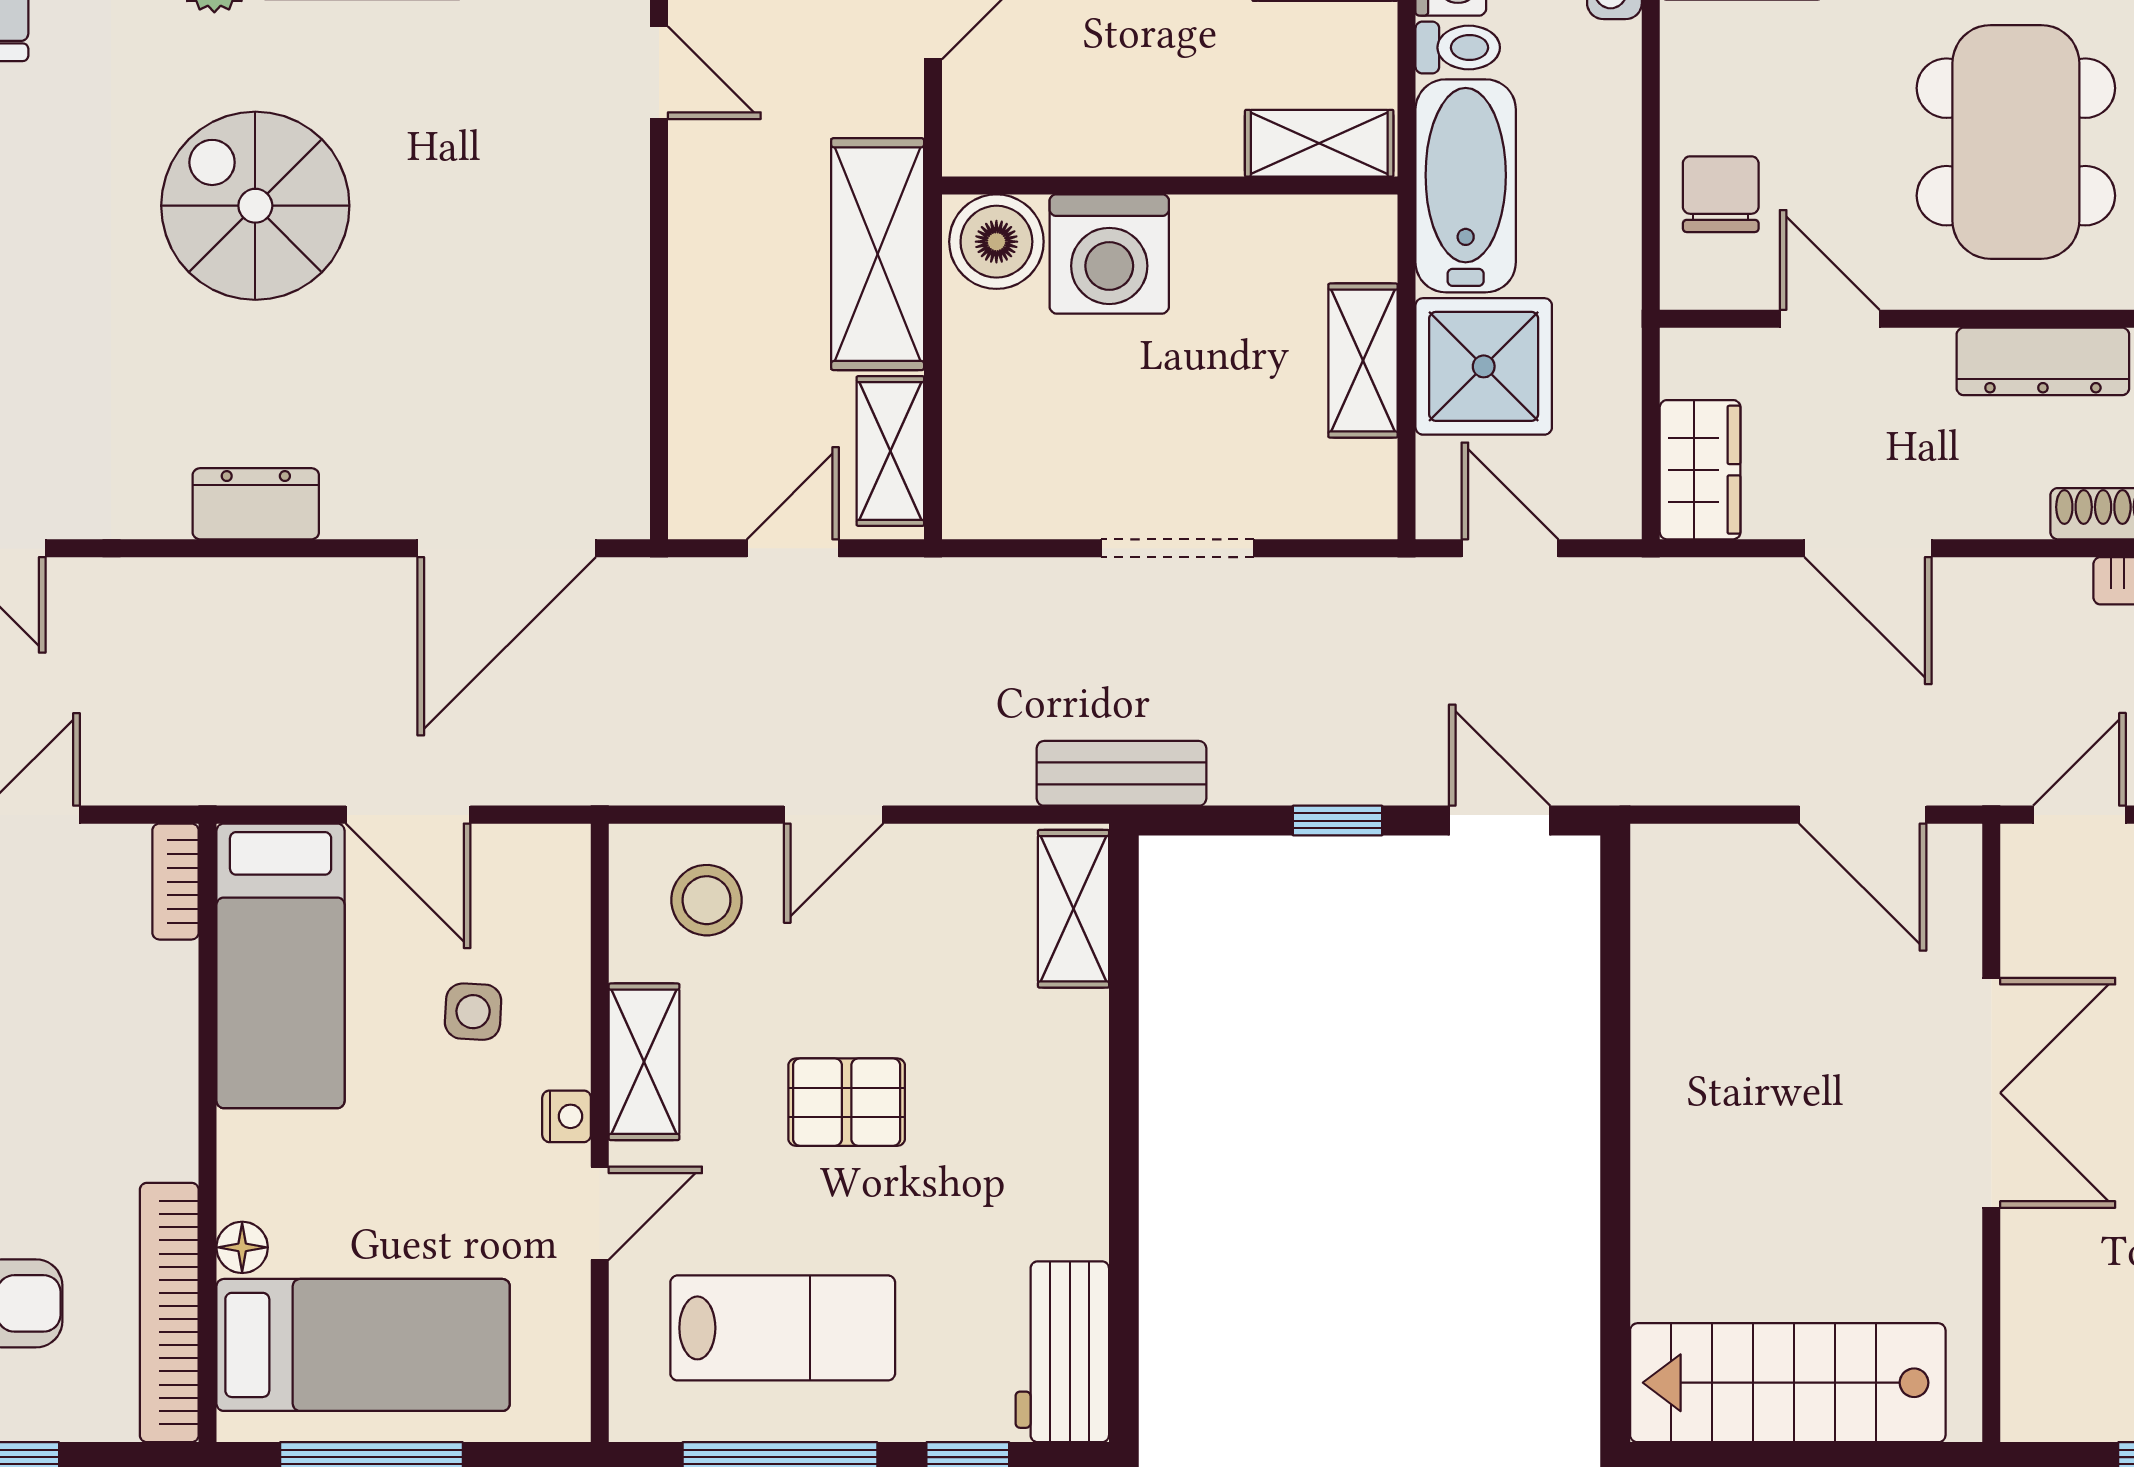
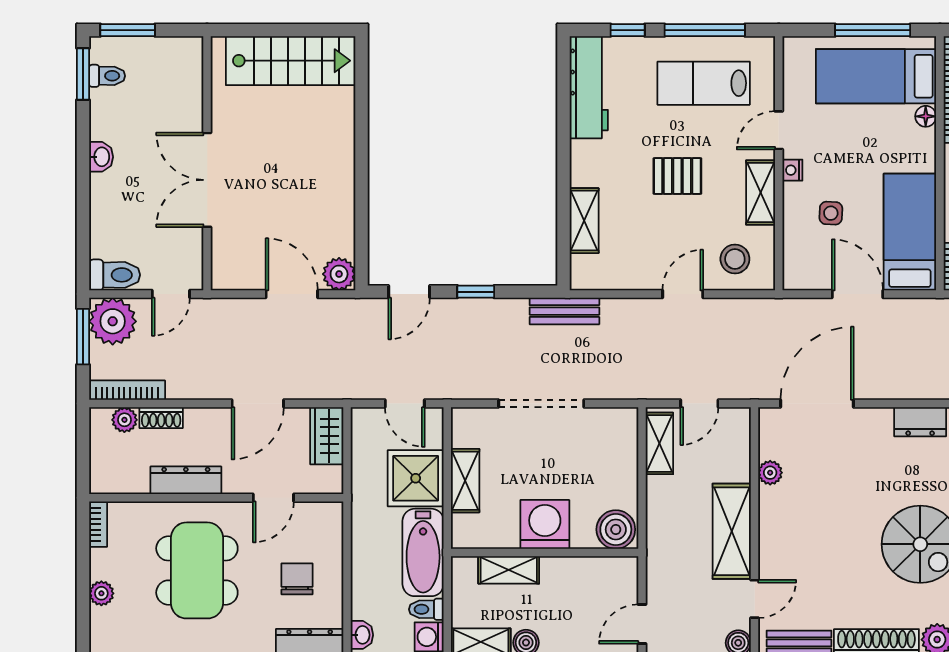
door: (659, 73) -> (754, 599), swing flipped
shelving: (1319, 143) -> (509, 570), moved
chair: (1721, 194) -> (297, 579), moved, turned 180
shelving: (878, 254) -> (732, 531), moved
washing machine: (1109, 254) -> (545, 524), moved
door: (1830, 319) -> (273, 498), hinge flipped
plant: (621, 380) -> (770, 473), added
doorway: (1178, 548) -> (541, 404), width x1.36
door: (1868, 548) -> (258, 404), swing flipped
door: (1863, 815) -> (292, 294), moved
door: (1500, 821) -> (409, 292), hinge flipped
plant: (1670, 863) -> (339, 274), added
shelving: (1074, 909) -> (584, 221), moved
workbench: (1062, 1352) -> (589, 87), width x1.37

